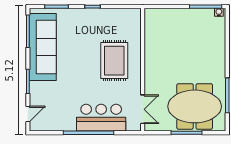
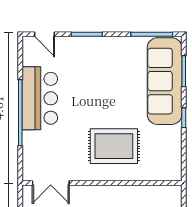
sofa: (43, 47) -> (165, 81), moved, turned 90
bar counter: (101, 118) -> (40, 98), moved

